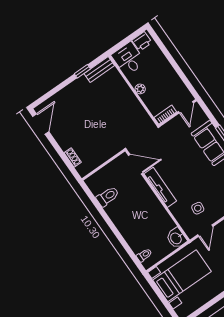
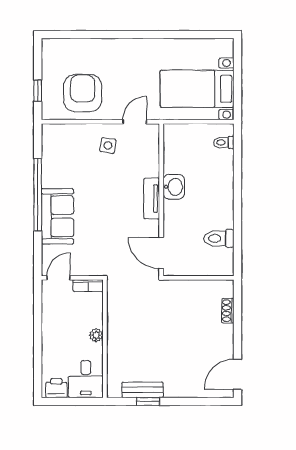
bench: (99, 70) -> (143, 390), moved
tv unit: (160, 187) -> (152, 199), width x0.71
side table: (198, 208) -> (108, 146), moved
washbasin: (176, 238) -> (174, 187), moved

